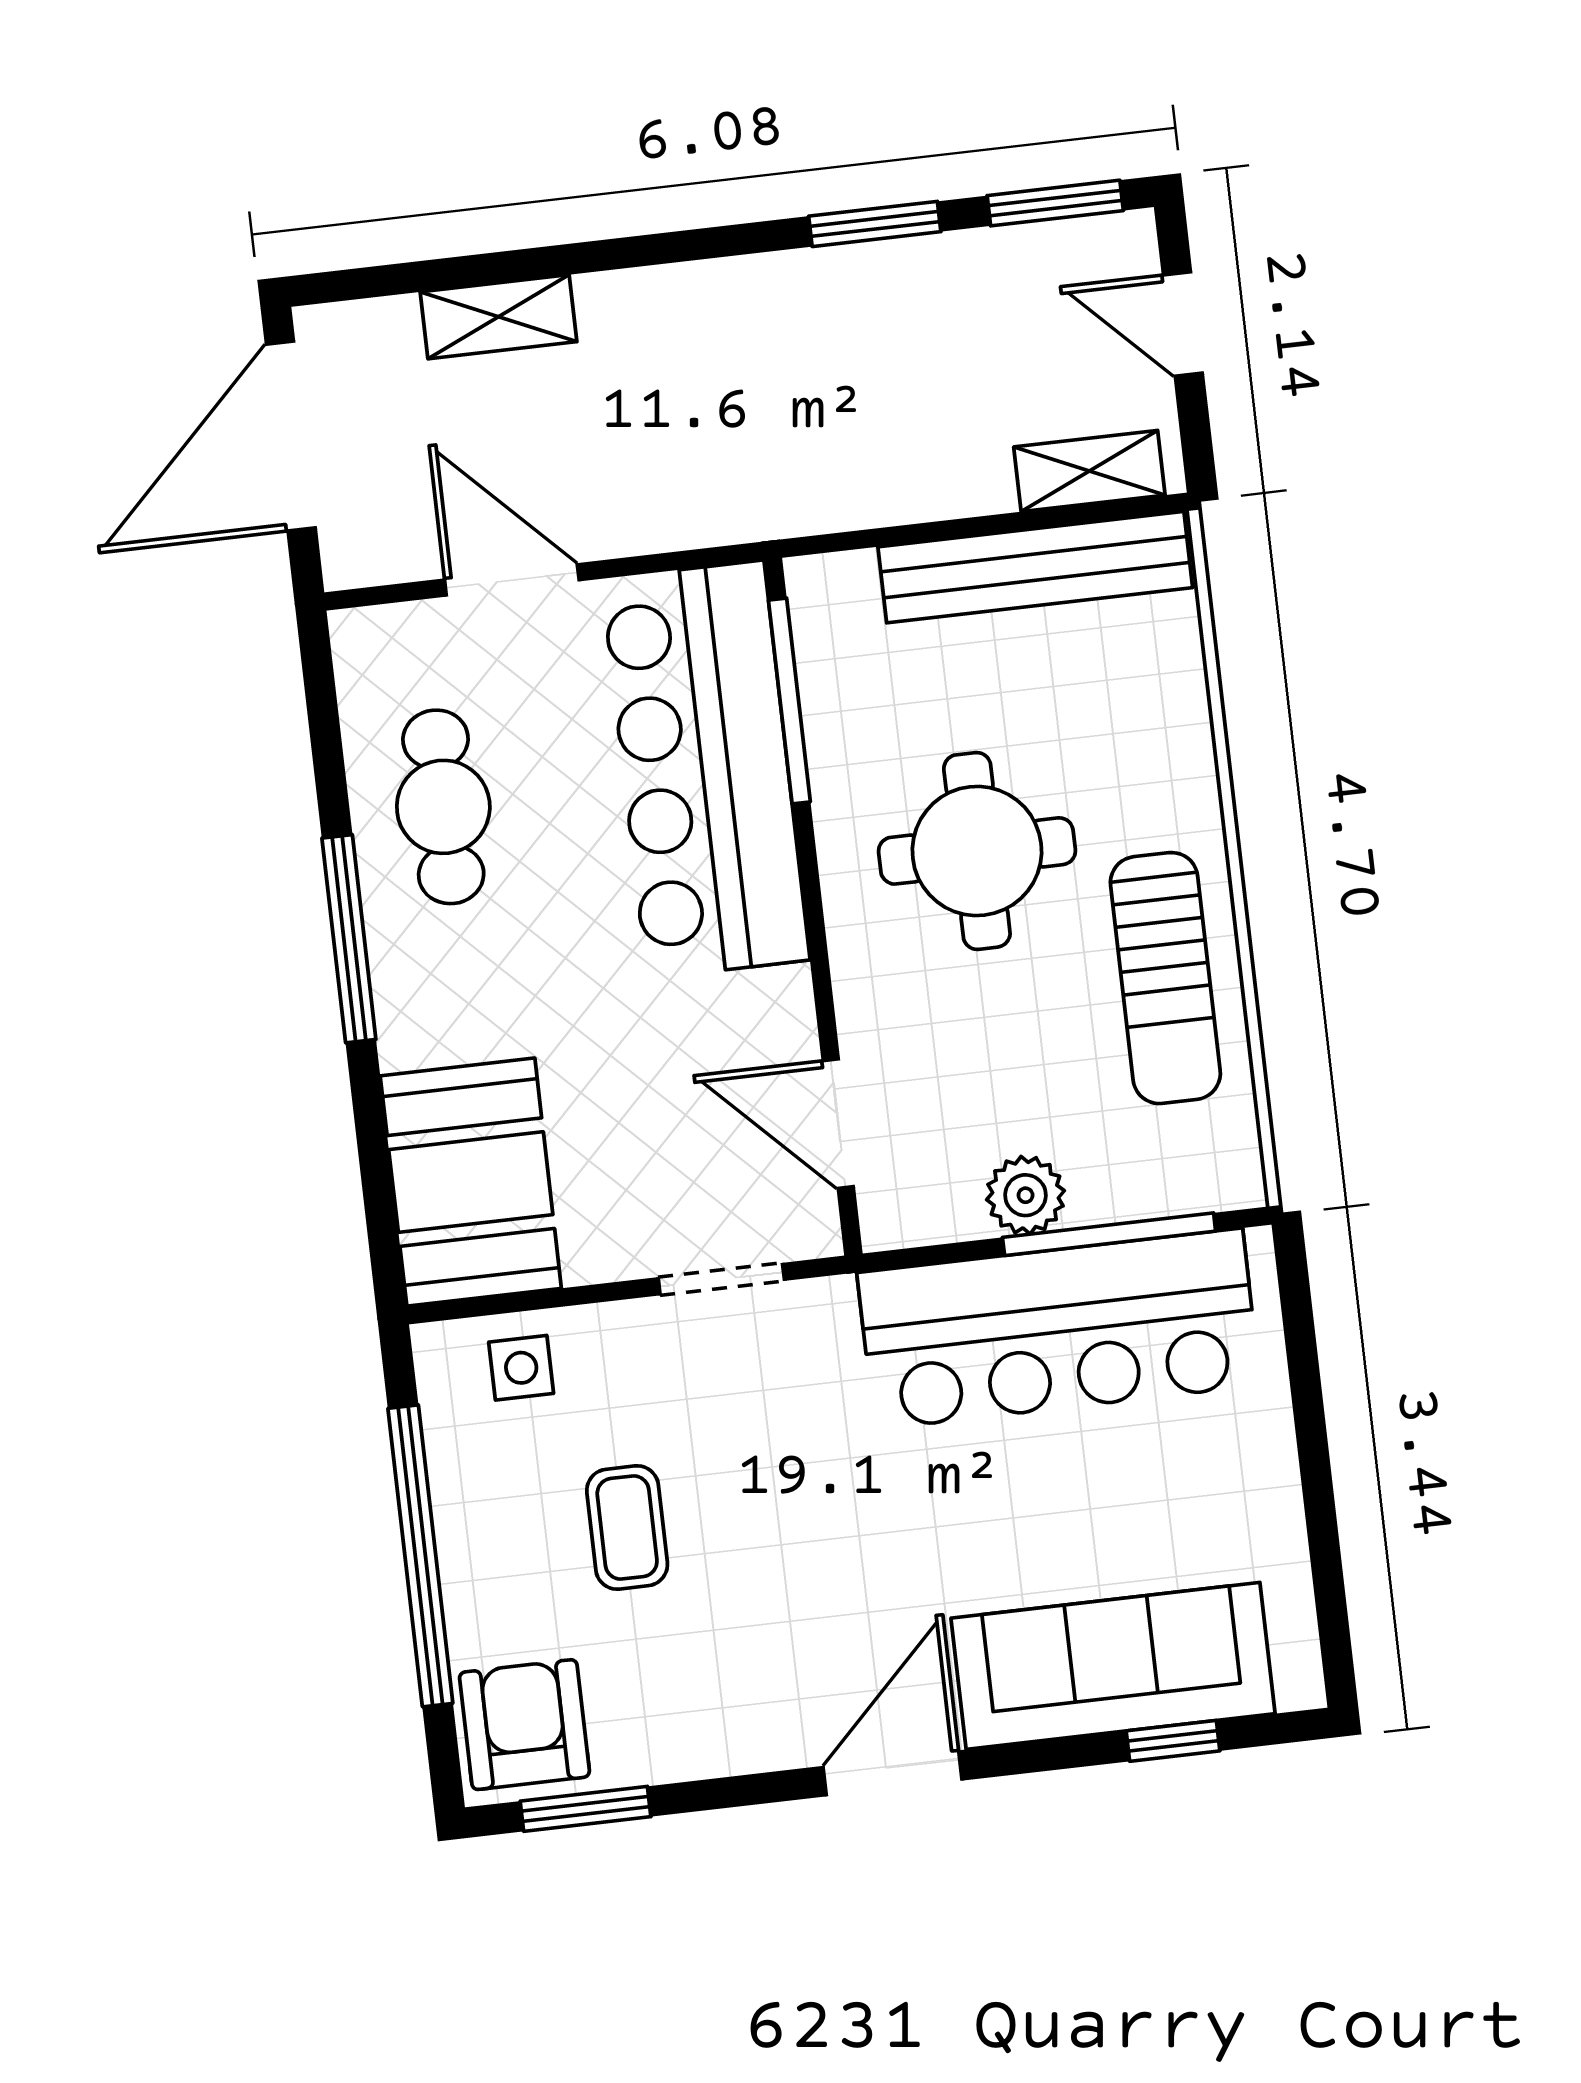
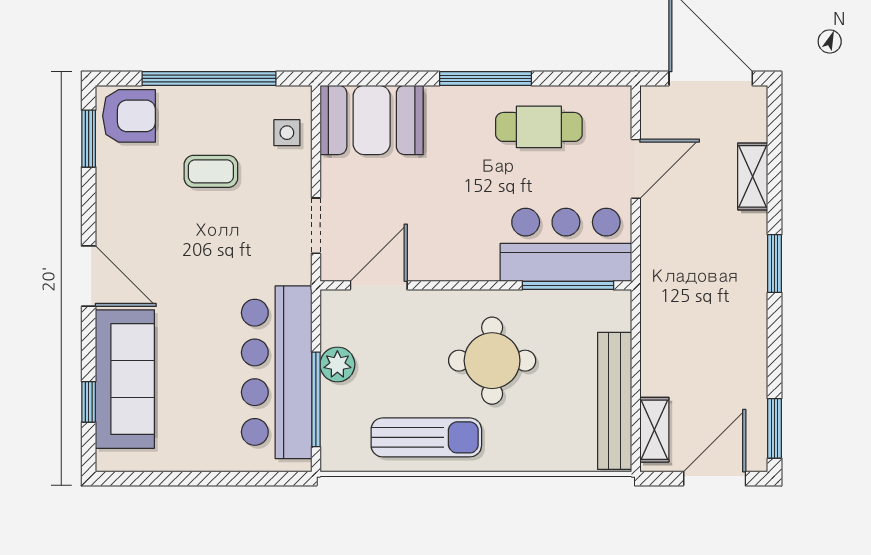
window: (875, 224) -> (775, 264), moved
door: (1183, 324) -> (715, 479), width x1.38
bar counter: (705, 769) -> (566, 245), width x0.73
sun lounger: (1165, 978) -> (426, 437), turned 180

